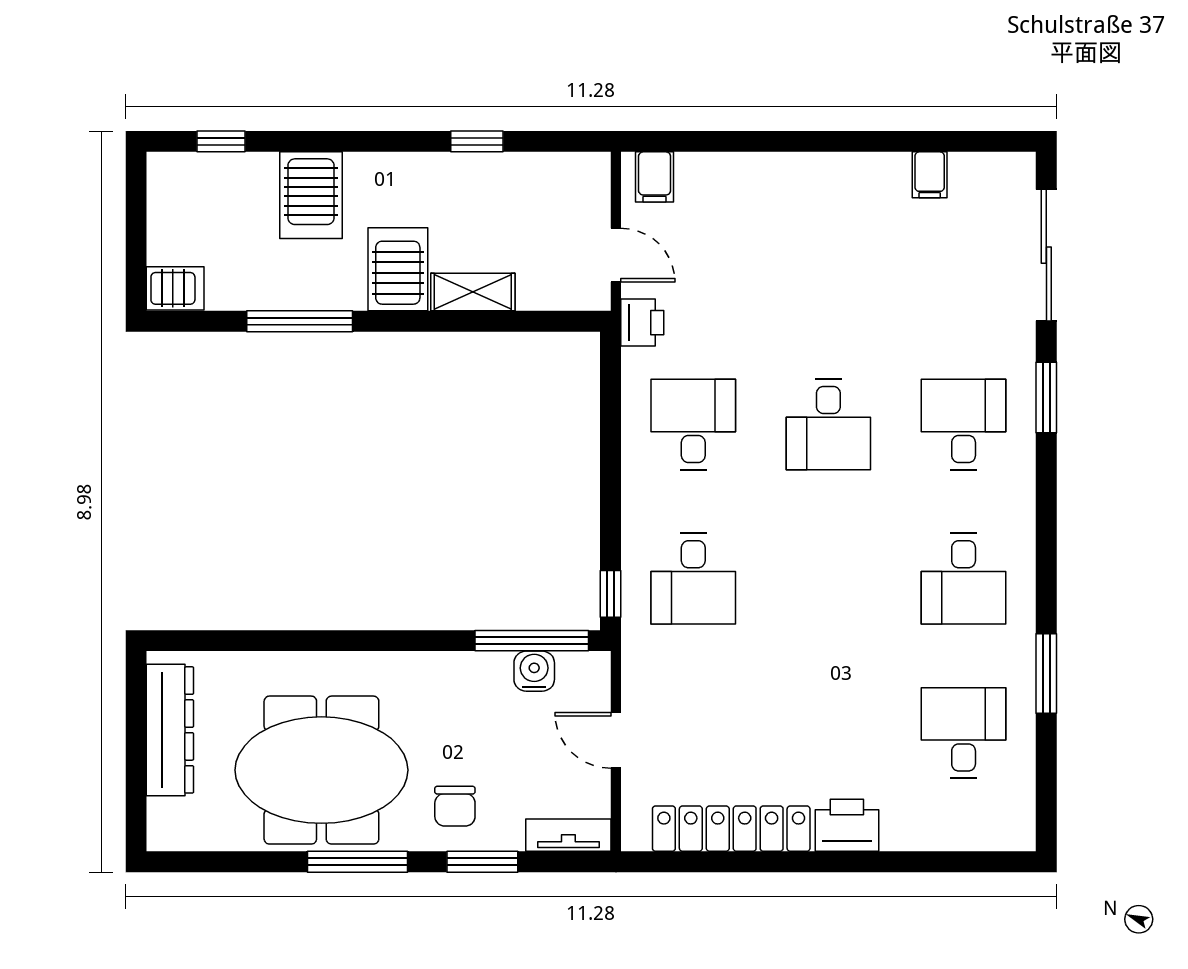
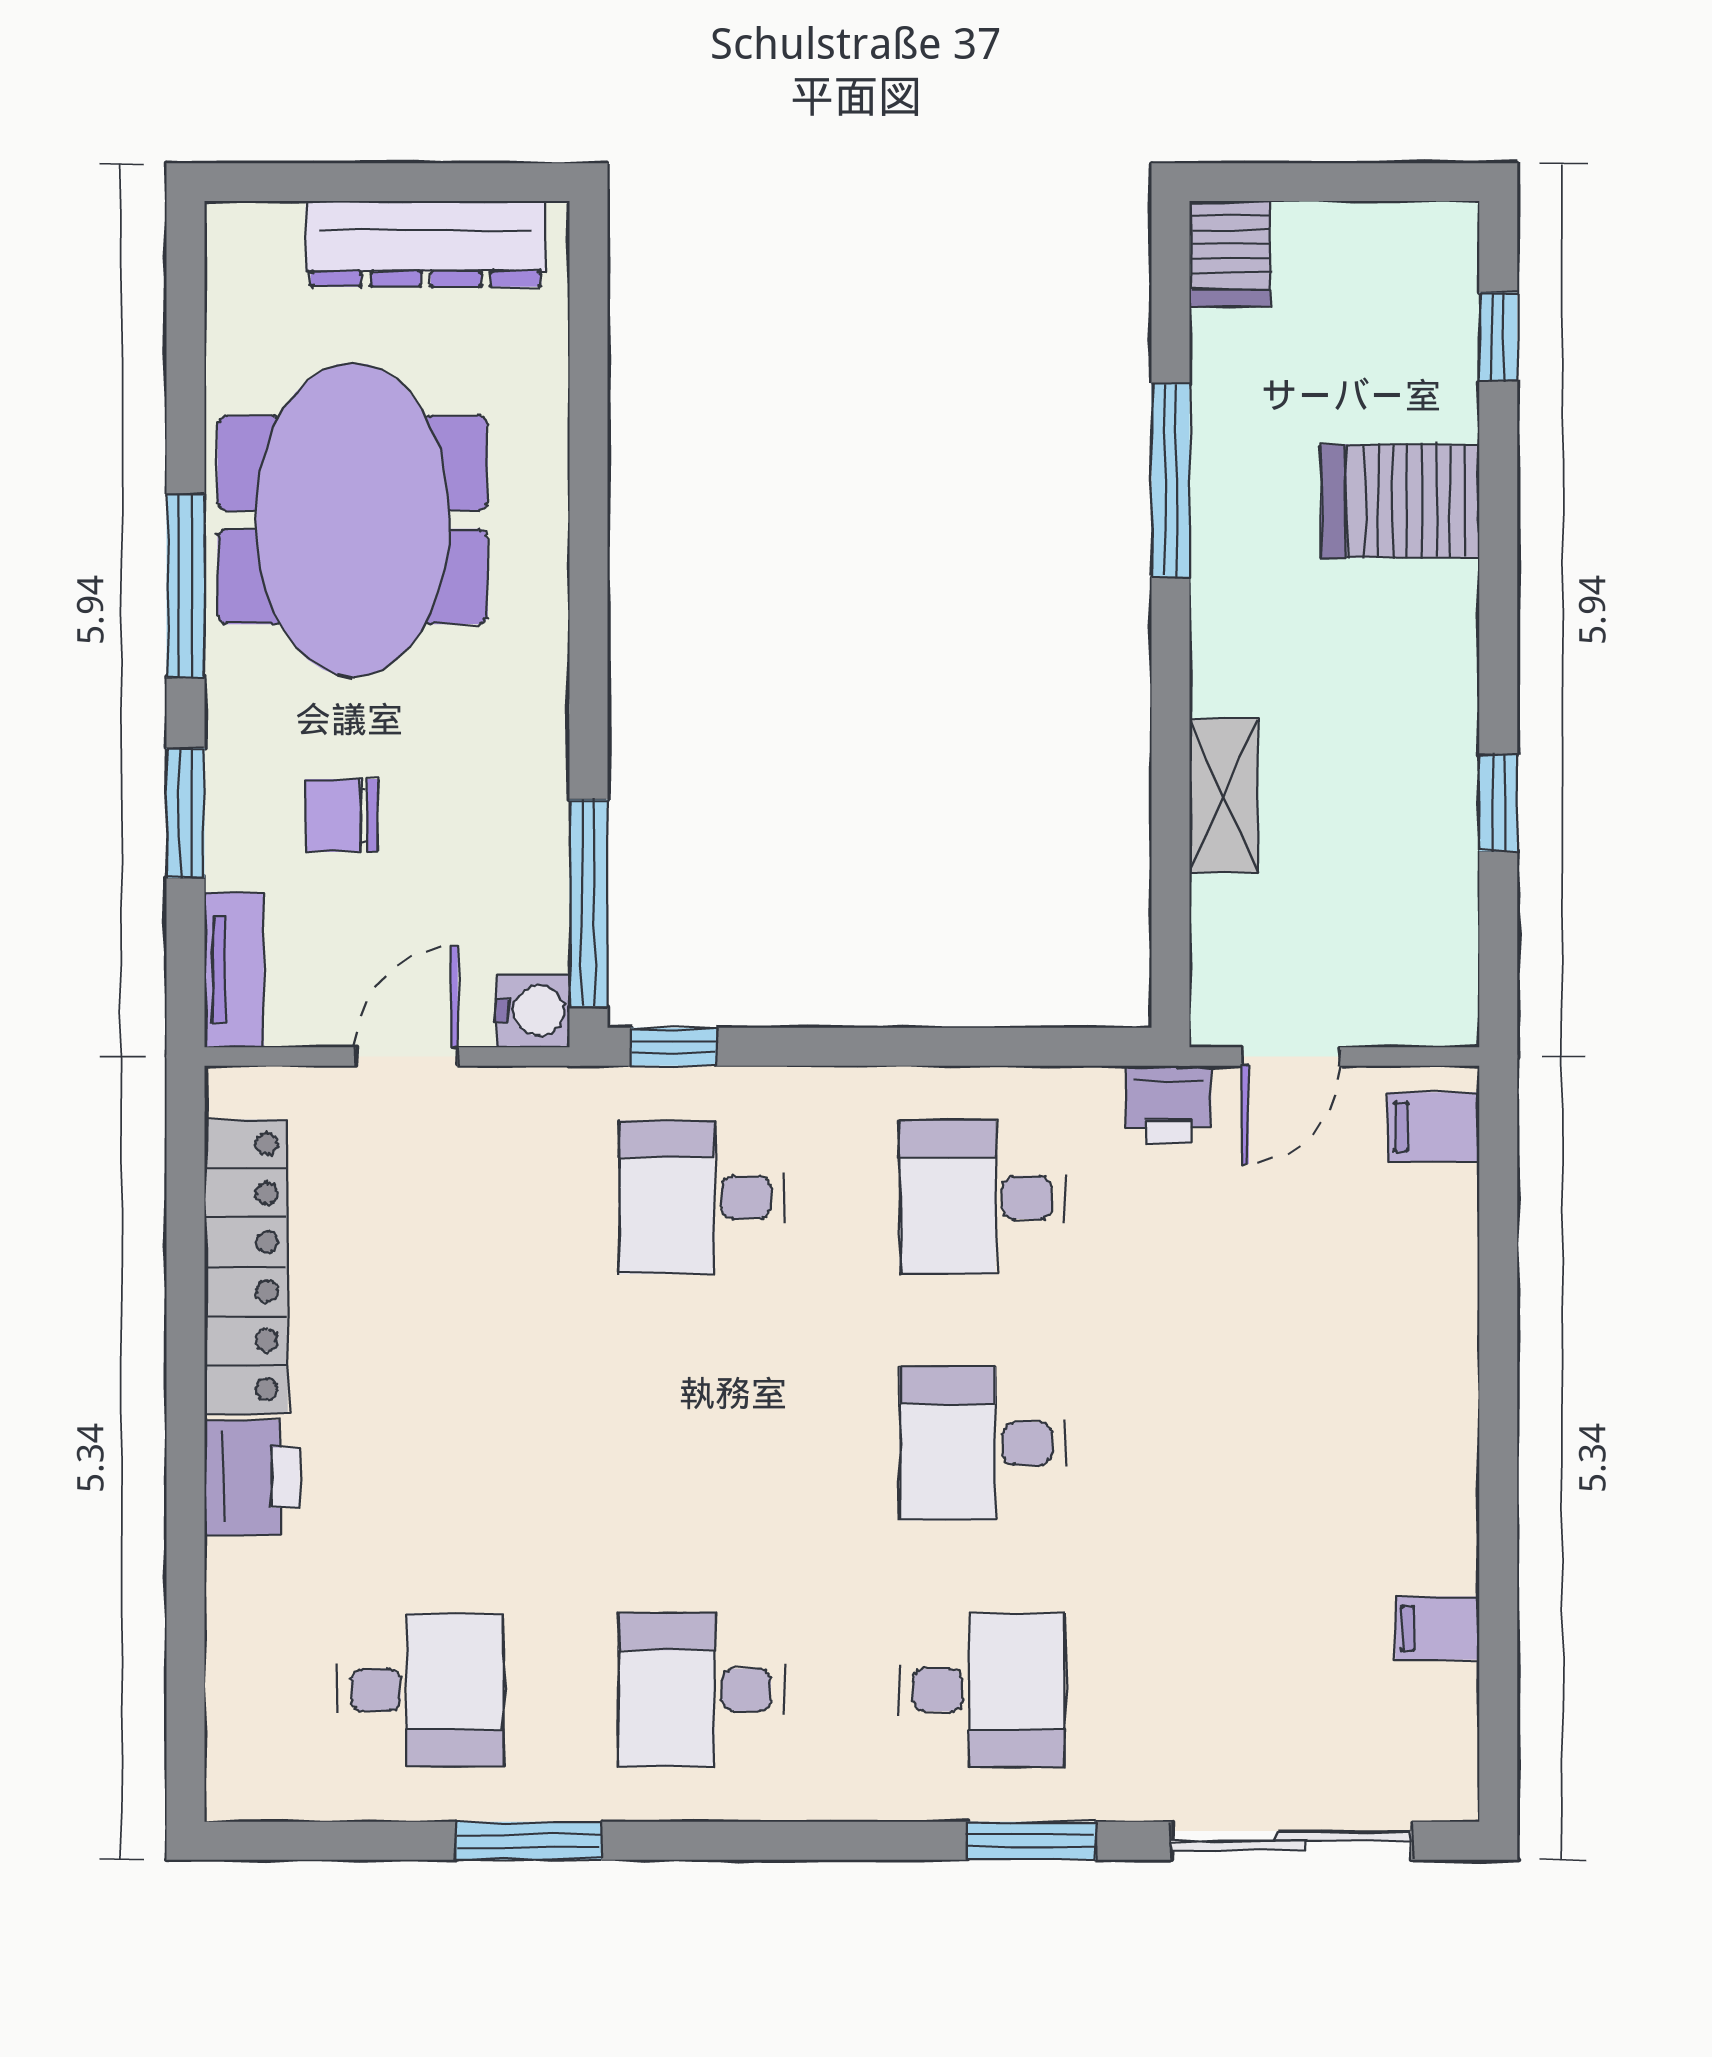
server rack: (398, 269) -> (1265, 659), removed
desk: (693, 424) -> (982, 1197), turned 180
water cooler: (534, 671) -> (533, 1011), moved
chair: (455, 806) -> (342, 815), moved

